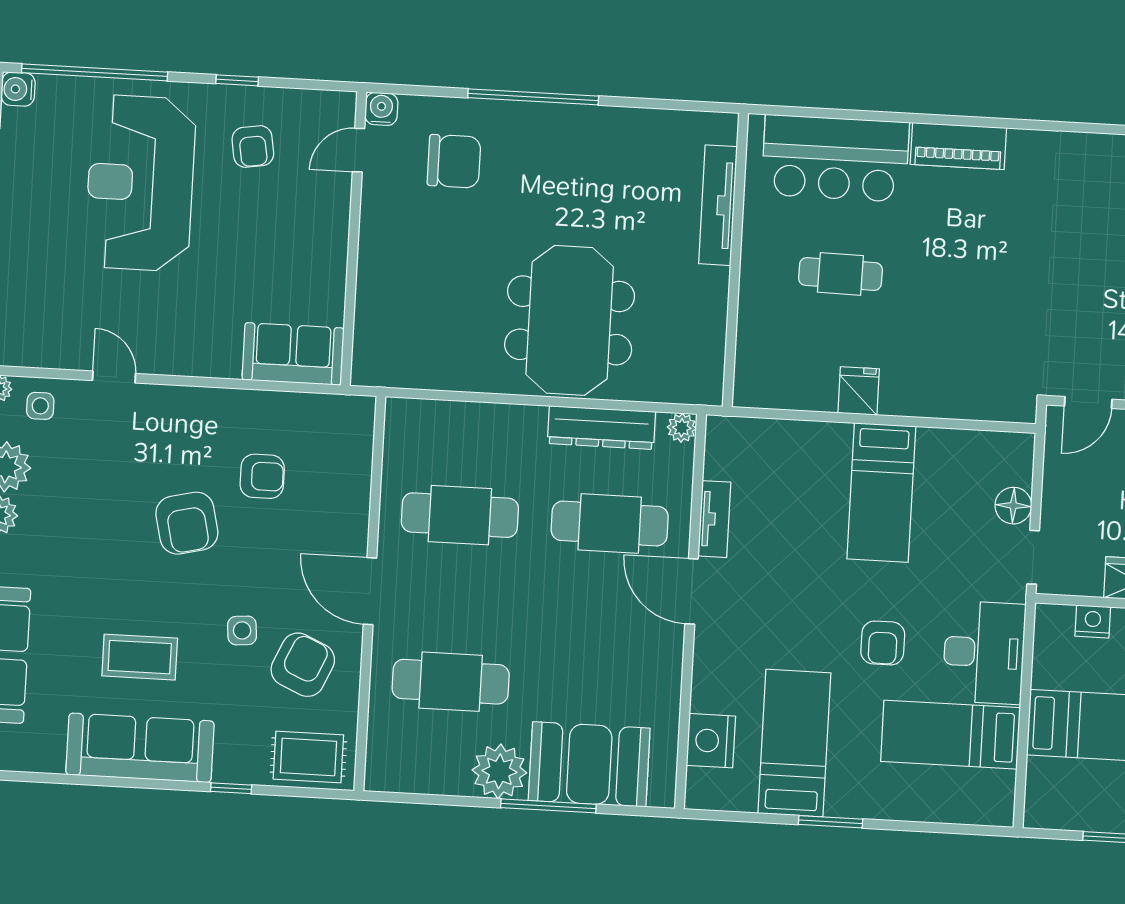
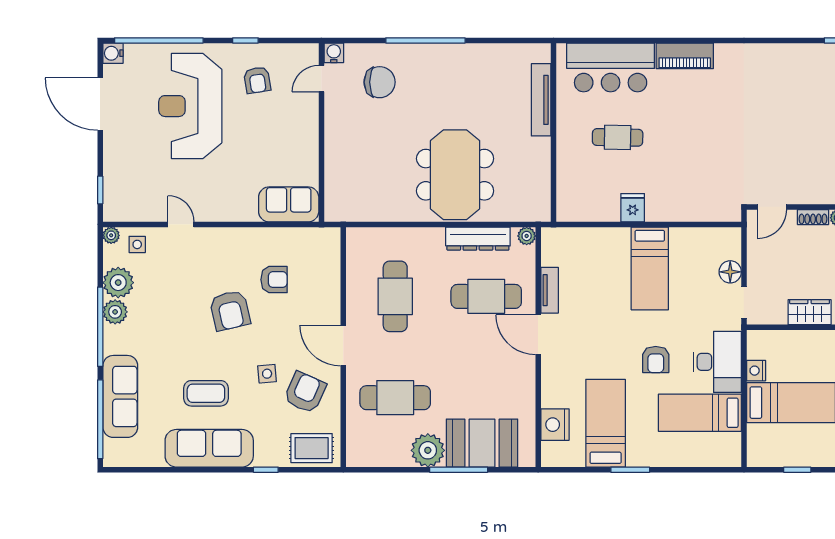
cafe table: (460, 515) -> (395, 296), turned 90
nightstand: (1093, 621) -> (756, 371), moved, turned -90

